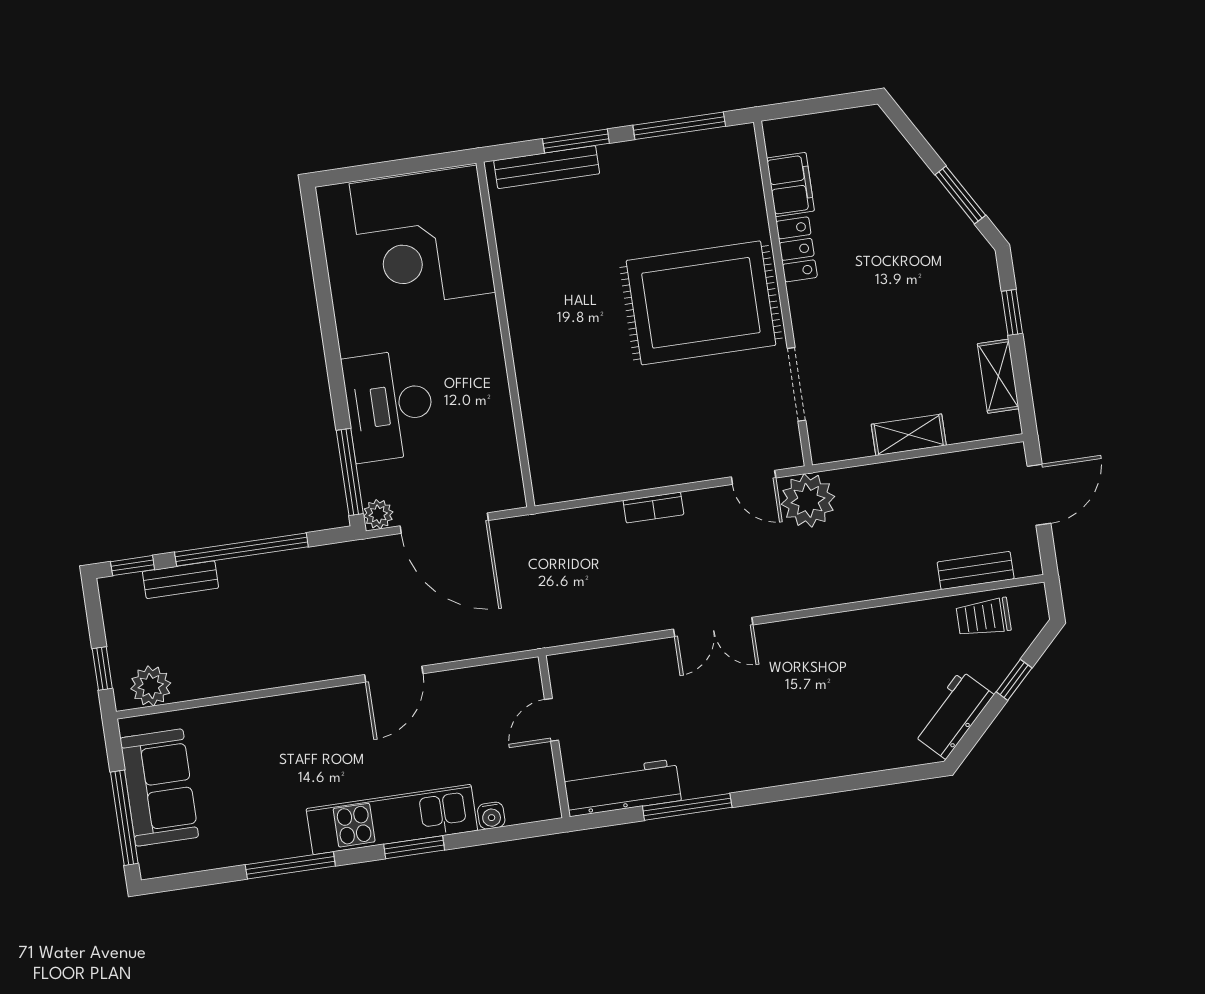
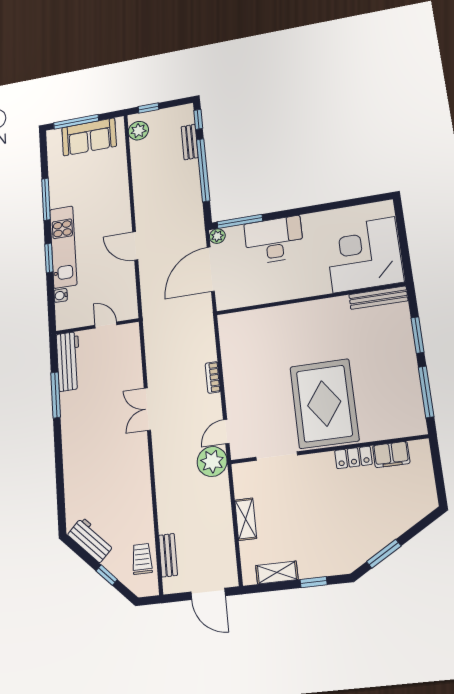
bench: (547, 167) -> (378, 298), moved, turned 90

